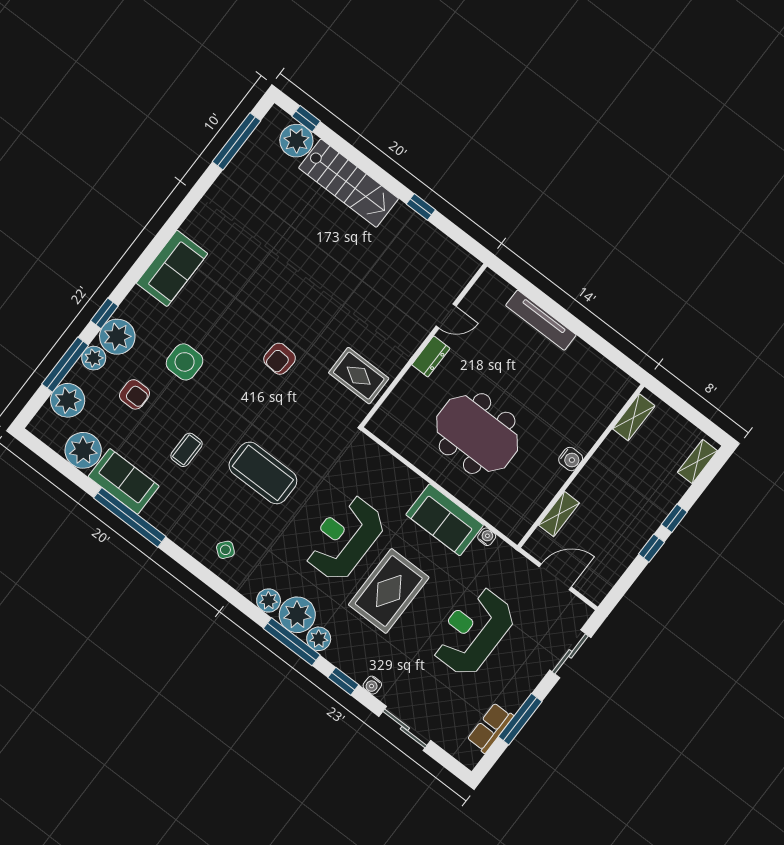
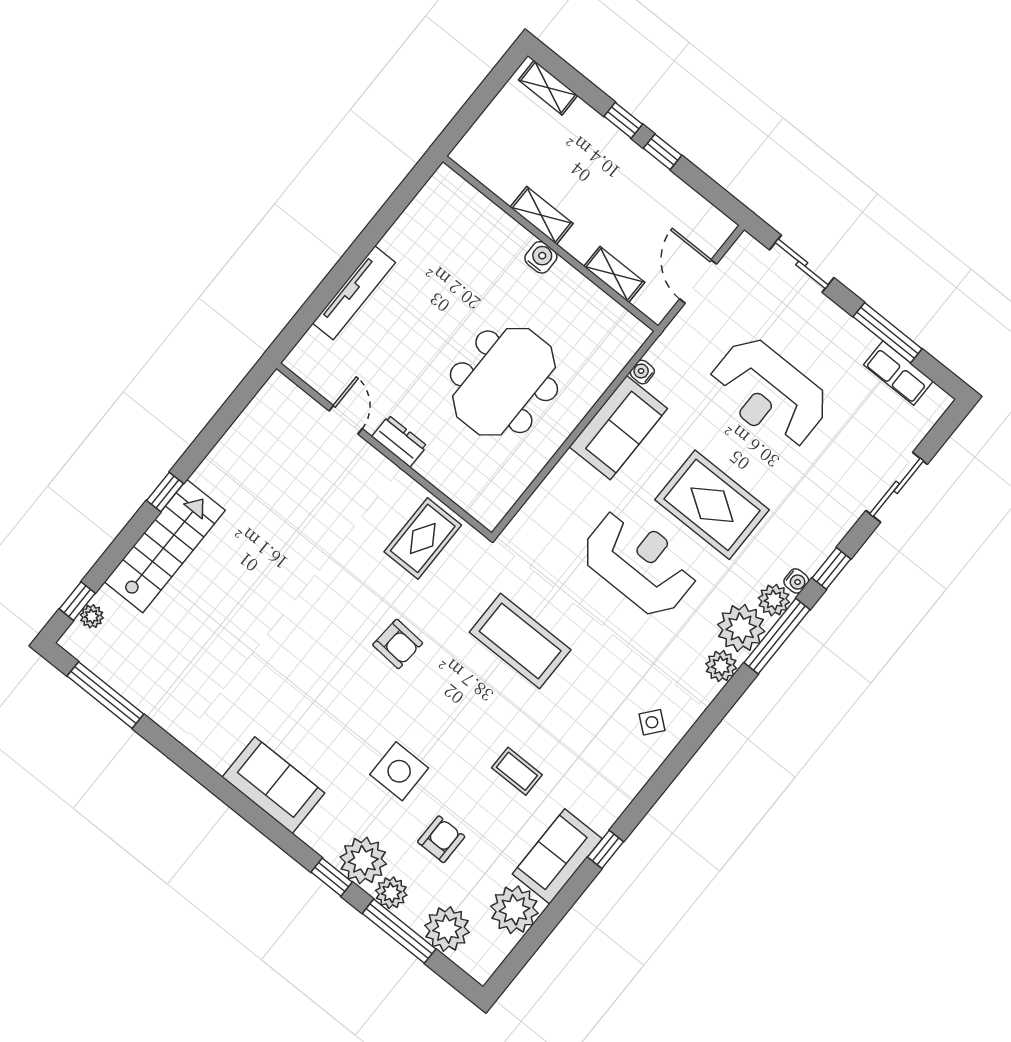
plant: (296, 141) -> (92, 616), width x0.53, depth x0.53
window: (421, 207) -> (165, 492), moved
shelving: (634, 417) -> (542, 215), moved
coffee table: (263, 473) -> (520, 641), moved, turned 90
window: (130, 517) -> (606, 849), width x0.32
reception desk: (344, 538) -> (640, 563), turned 180
water cooler: (372, 685) -> (796, 581), moved

